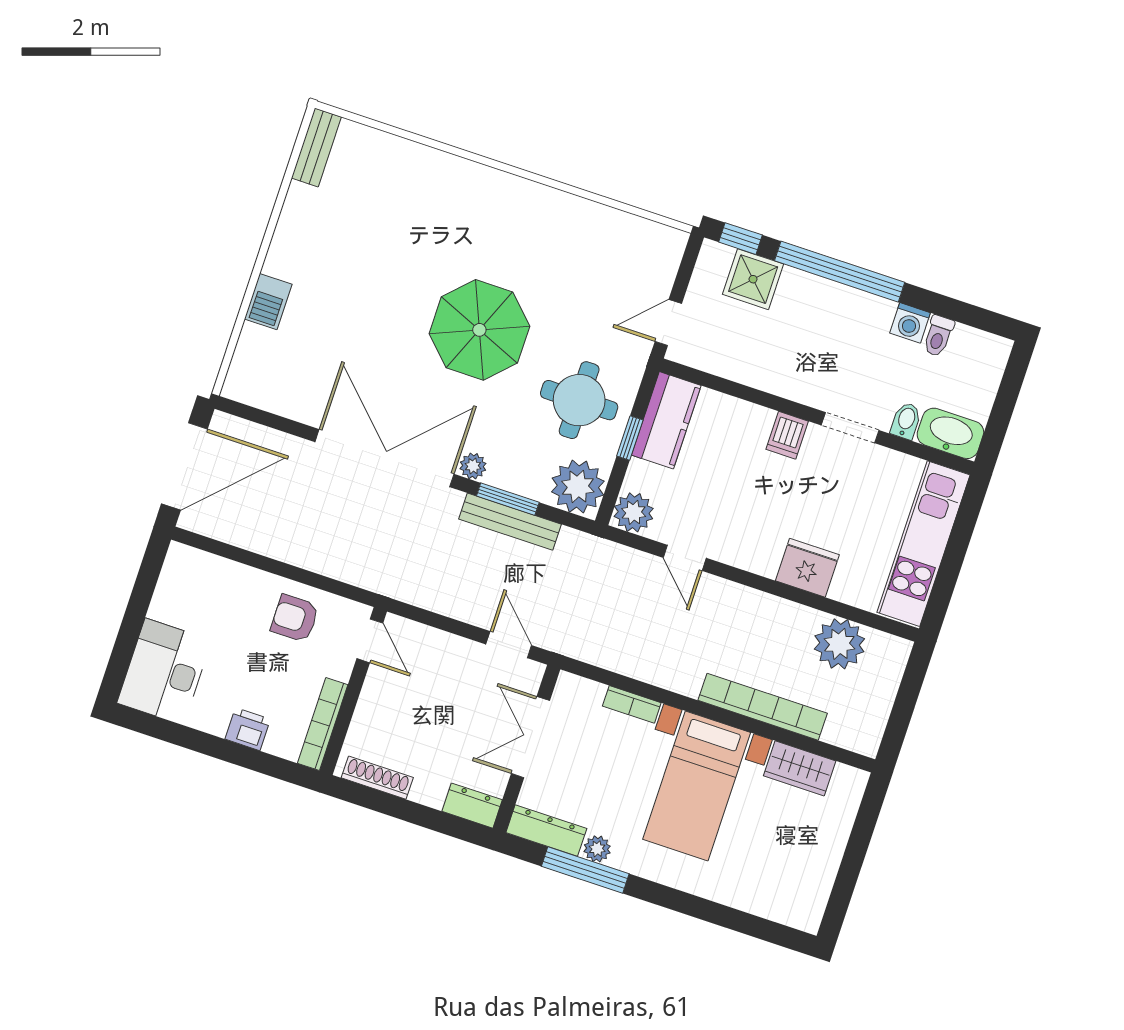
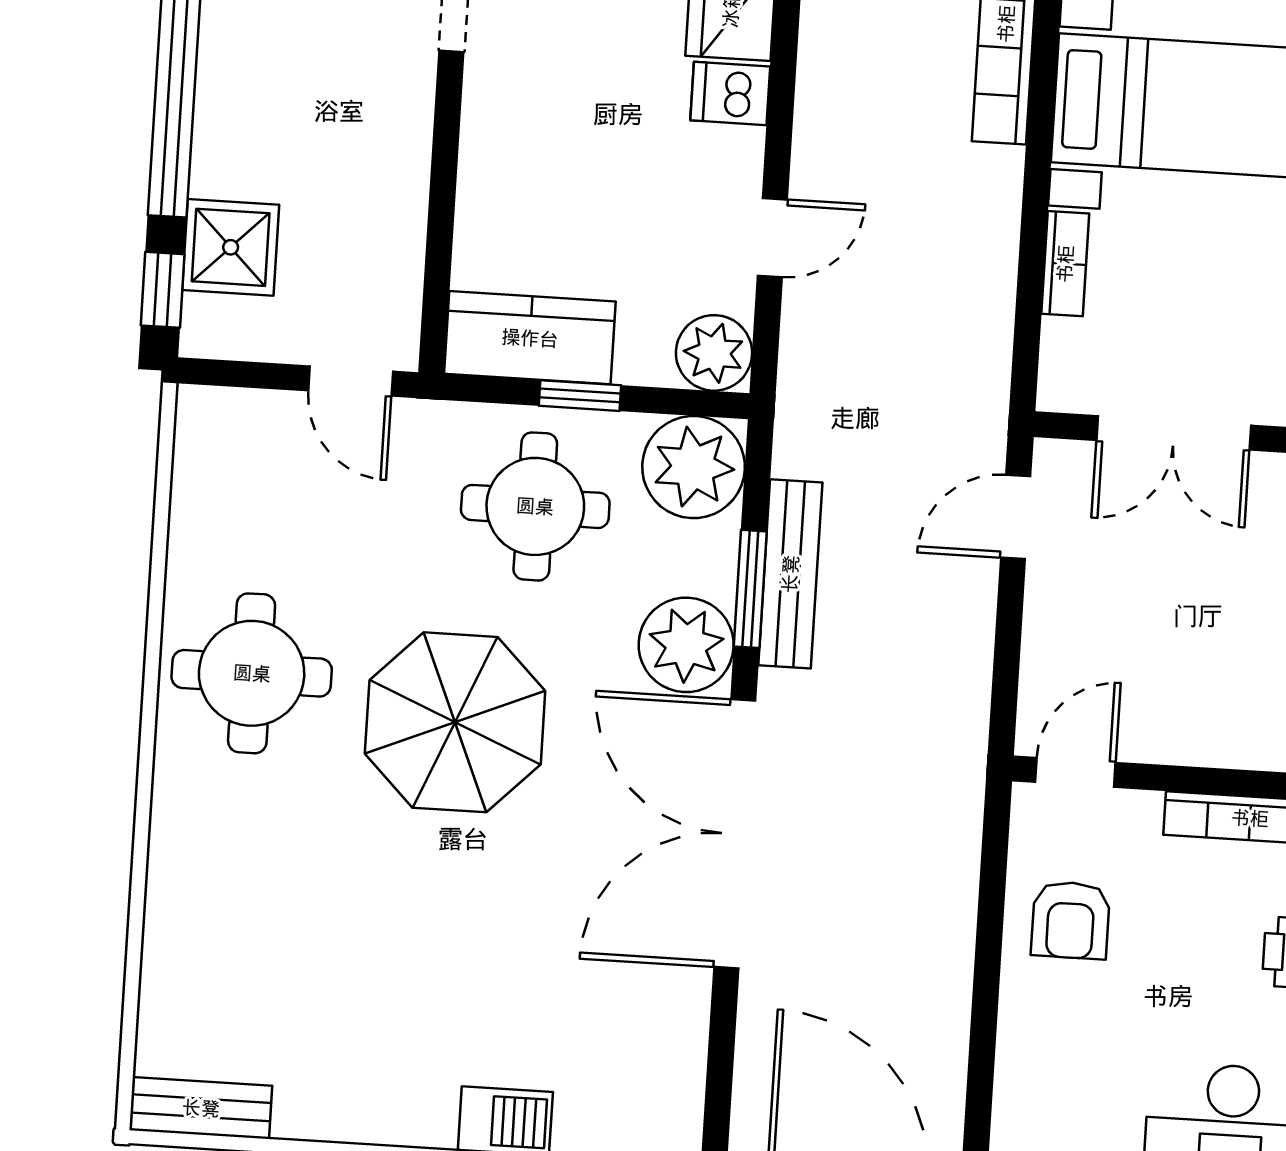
round table: (532, 232) -> (252, 673), added
dishwasher: (787, 435) -> (730, 93), moved, turned 180
plant: (473, 466) -> (686, 645), width x1.88, depth x1.88

